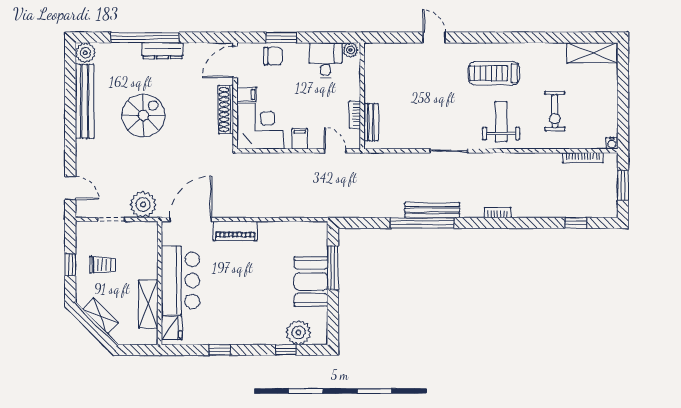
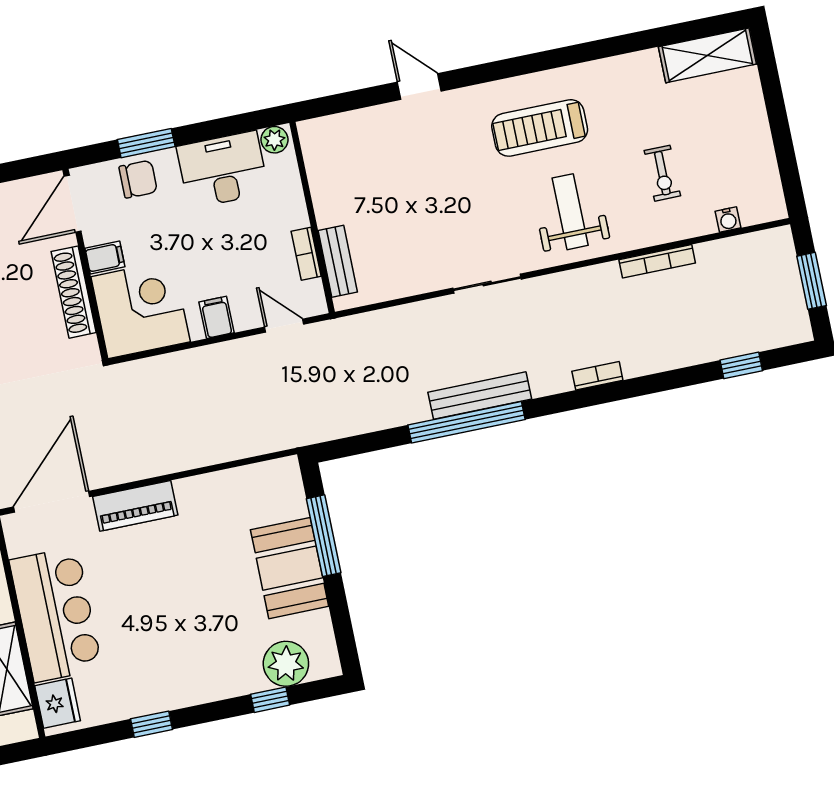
desk: (325, 60) -> (223, 170), width x1.37
exercise bike: (555, 111) -> (662, 173), width x0.73, depth x0.72
water cooler: (612, 143) -> (728, 219), moved
bookcase: (583, 158) -> (657, 261), moved

